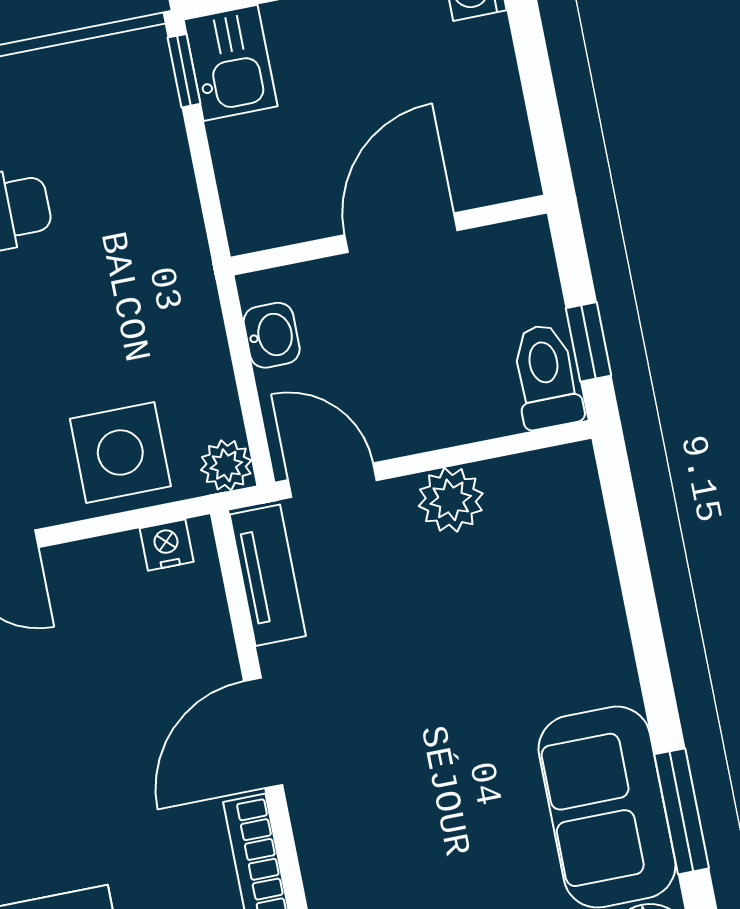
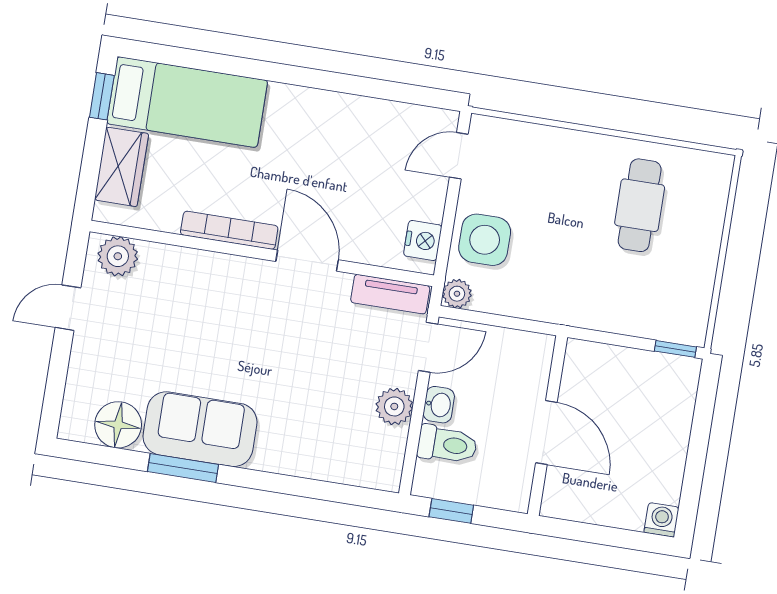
kitchen sink: (231, 63) -> (670, 375), removed
washbasin: (272, 335) -> (439, 405), moved, turned -90
toilet: (546, 376) -> (447, 444), moved
nightstand: (167, 545) -> (423, 241), width x1.39, depth x1.35

